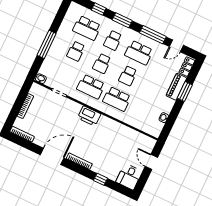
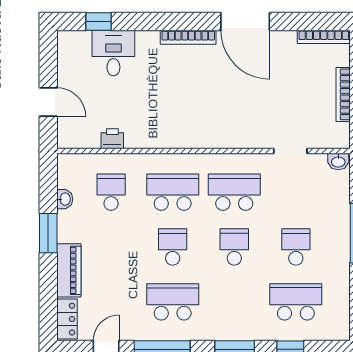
school desk: (113, 40) -> (111, 192), moved
window: (185, 91) -> (48, 233), moved
printer: (89, 116) -> (112, 139), moved, width x0.53, depth x0.68
door: (52, 156) -> (245, 22), hinge flipped
desk: (129, 177) -> (113, 53), moved
window: (100, 179) -> (98, 22), moved

